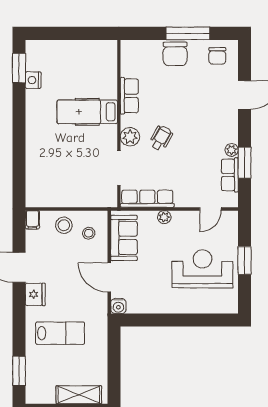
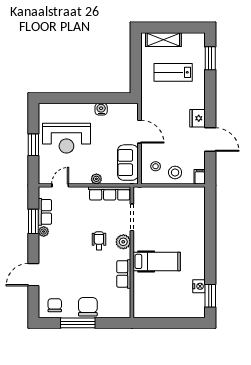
wheelchair: (161, 138) -> (99, 241), turned 151
water cooler: (118, 306) -> (101, 109), moved
lab bench: (60, 333) -> (173, 72), moved

